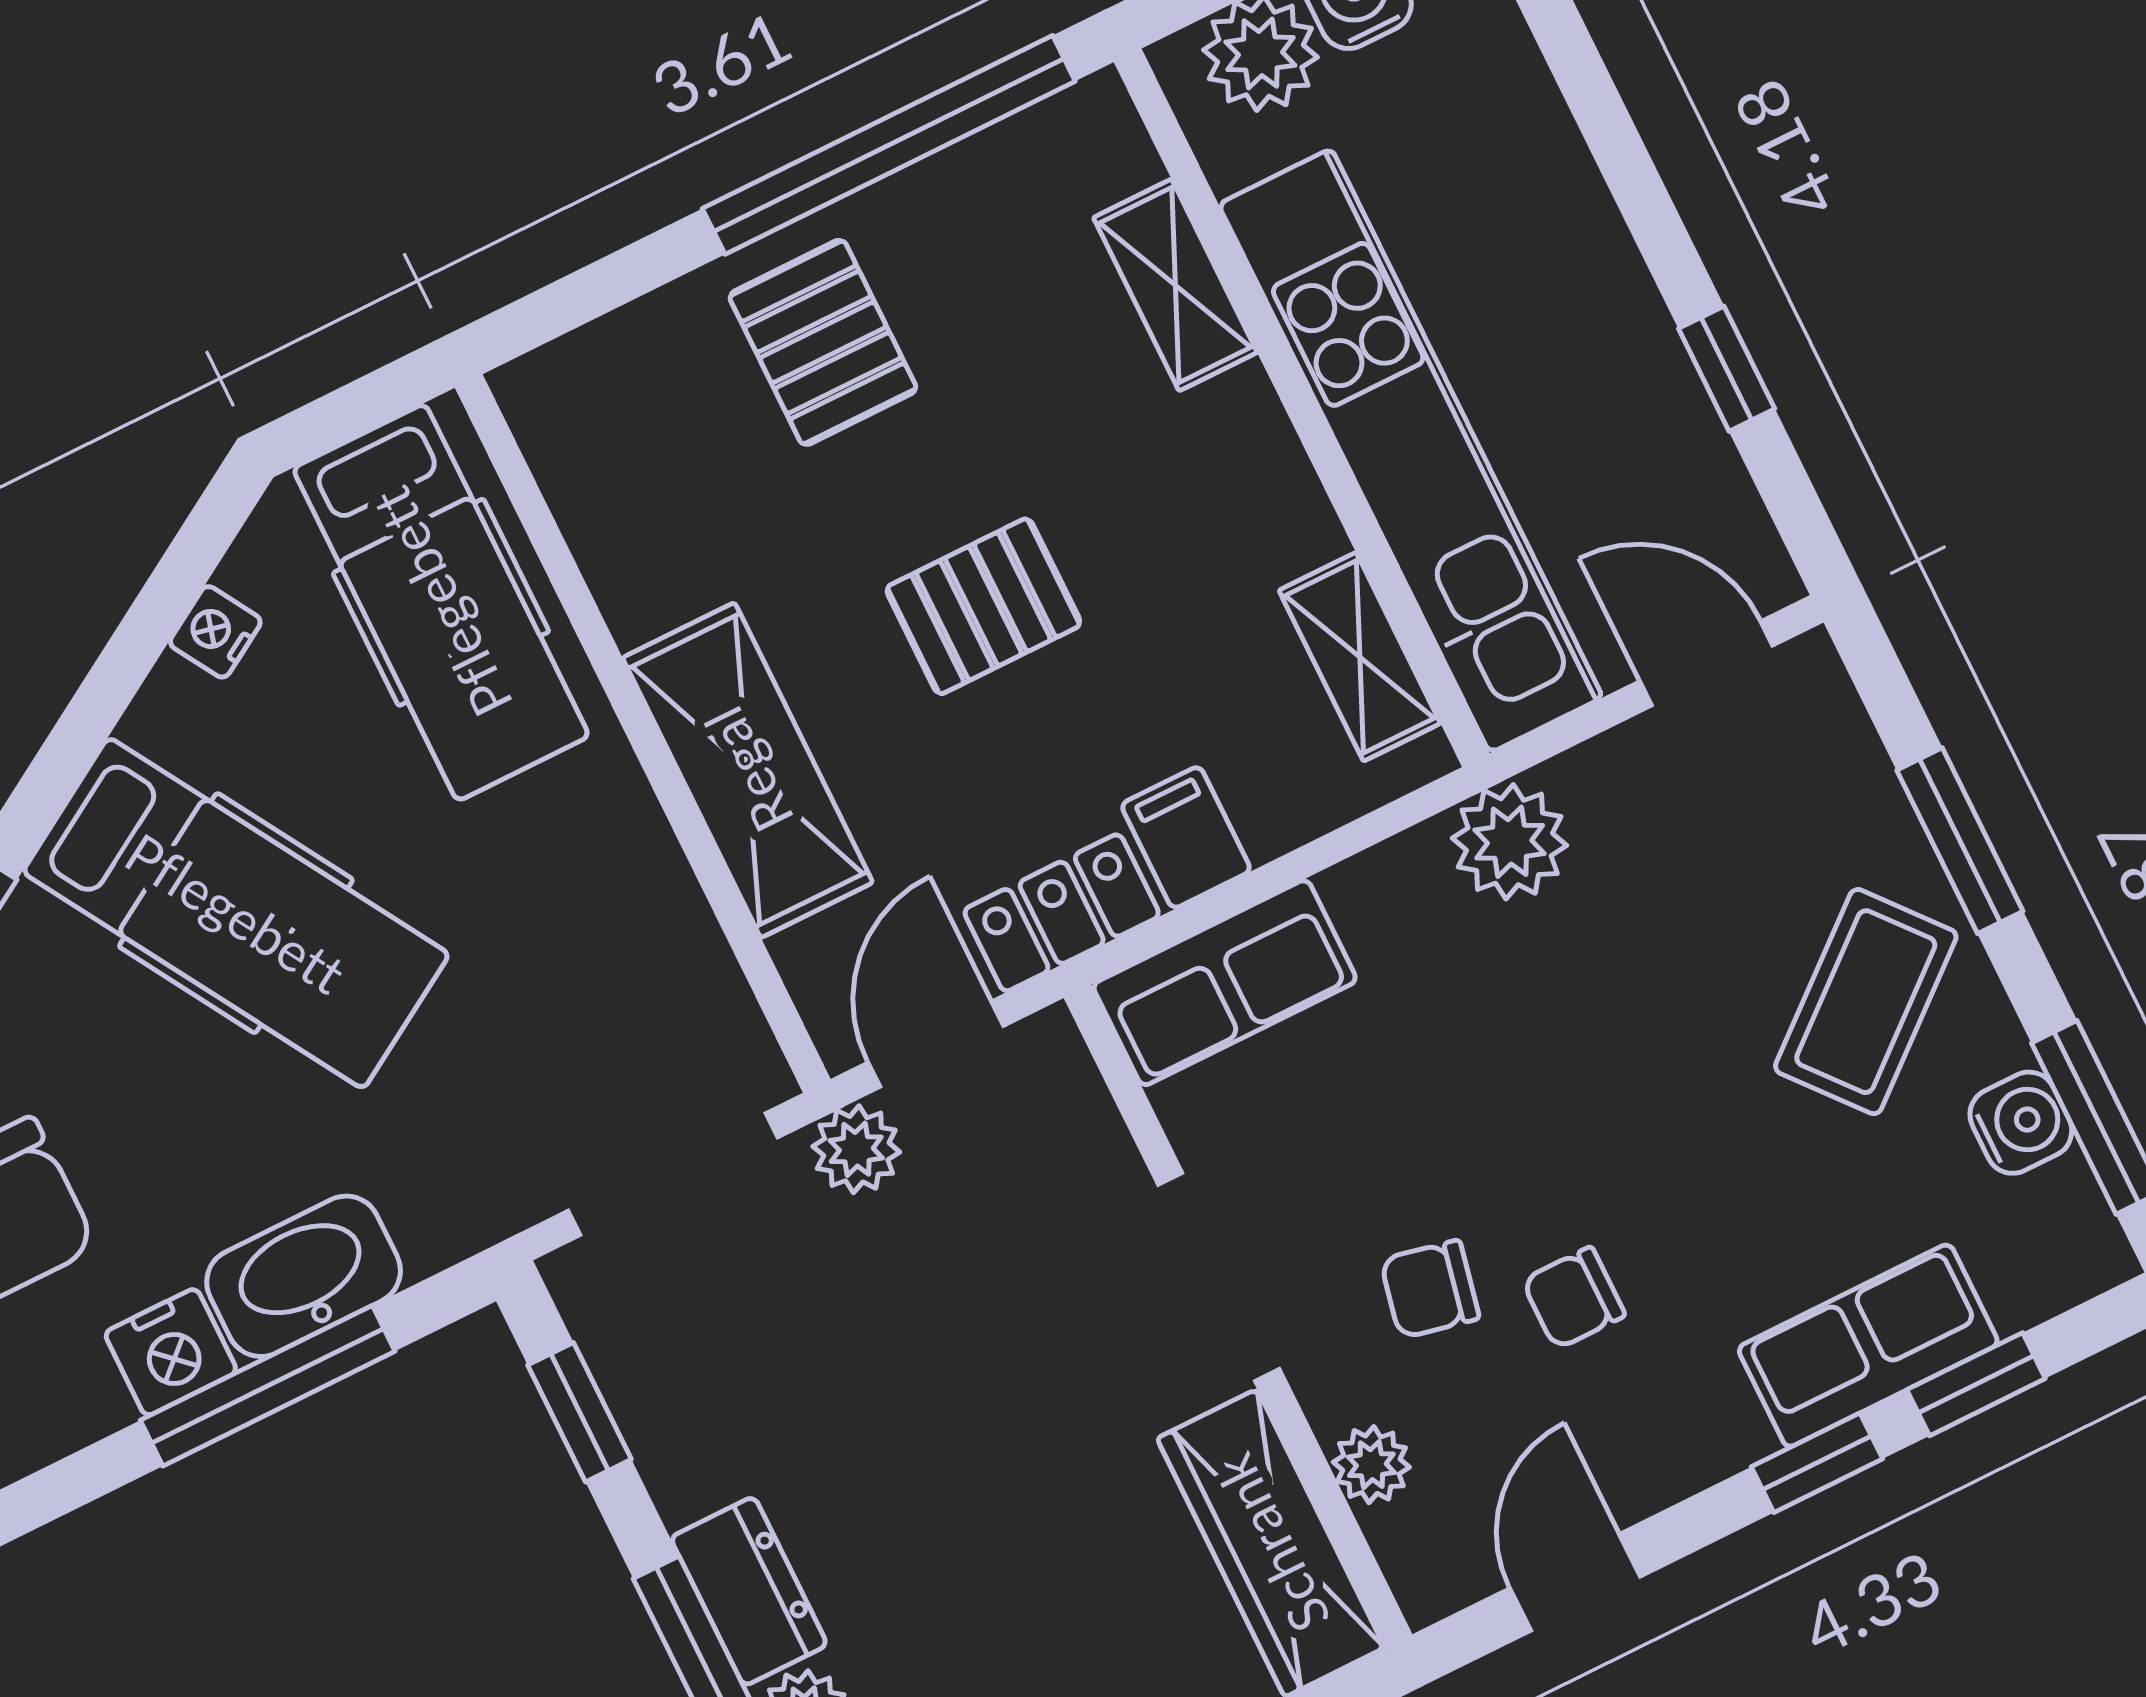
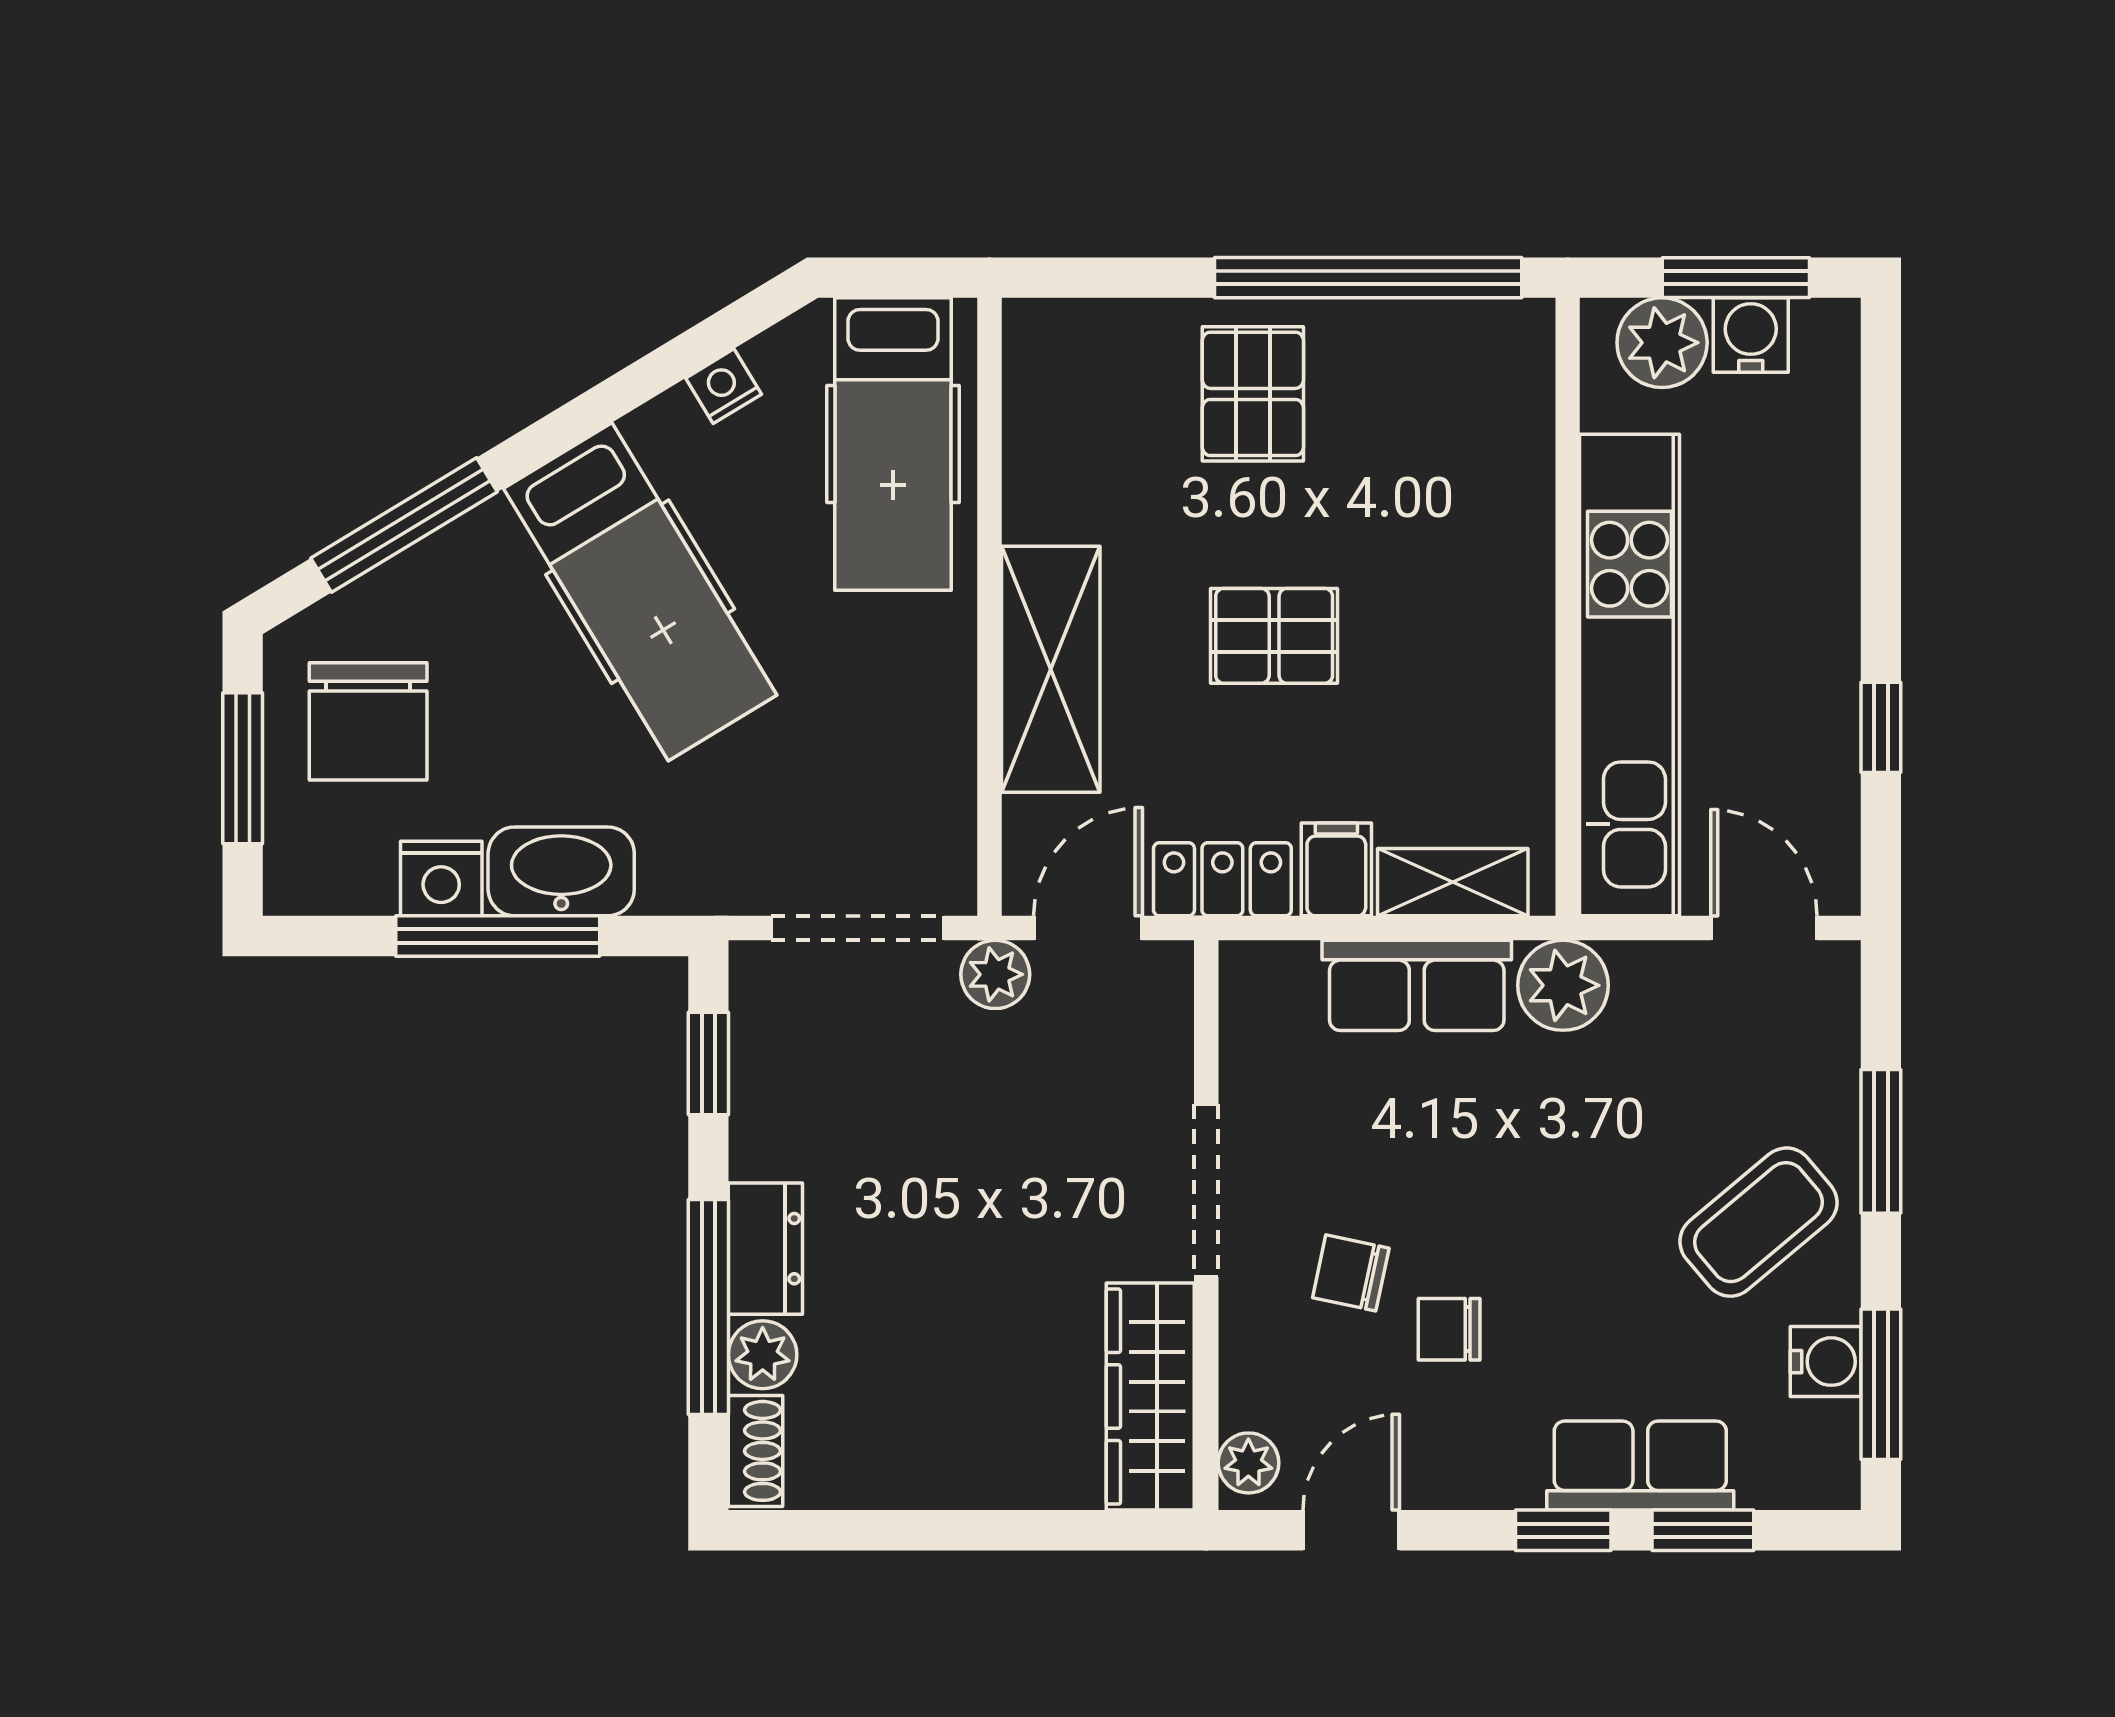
shelving: (1175, 285) -> (1521, 476), removed
shelving: (1360, 657) -> (1453, 882), moved, turned 90
row of seats: (1225, 983) -> (1417, 985), moved
plant: (1371, 1465) -> (1248, 1463), moved

